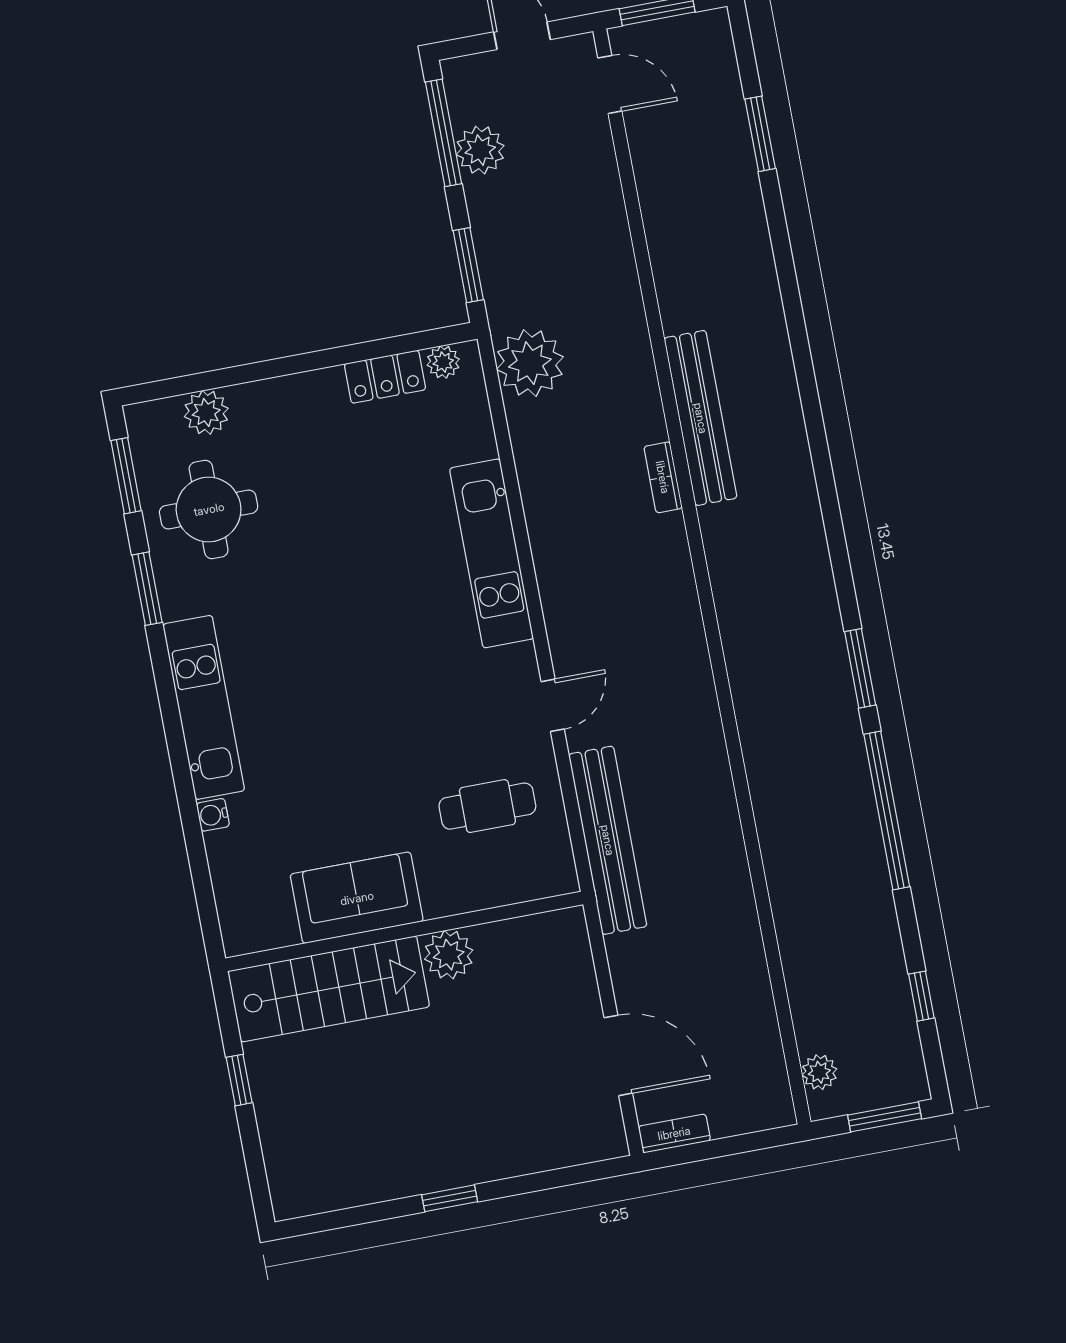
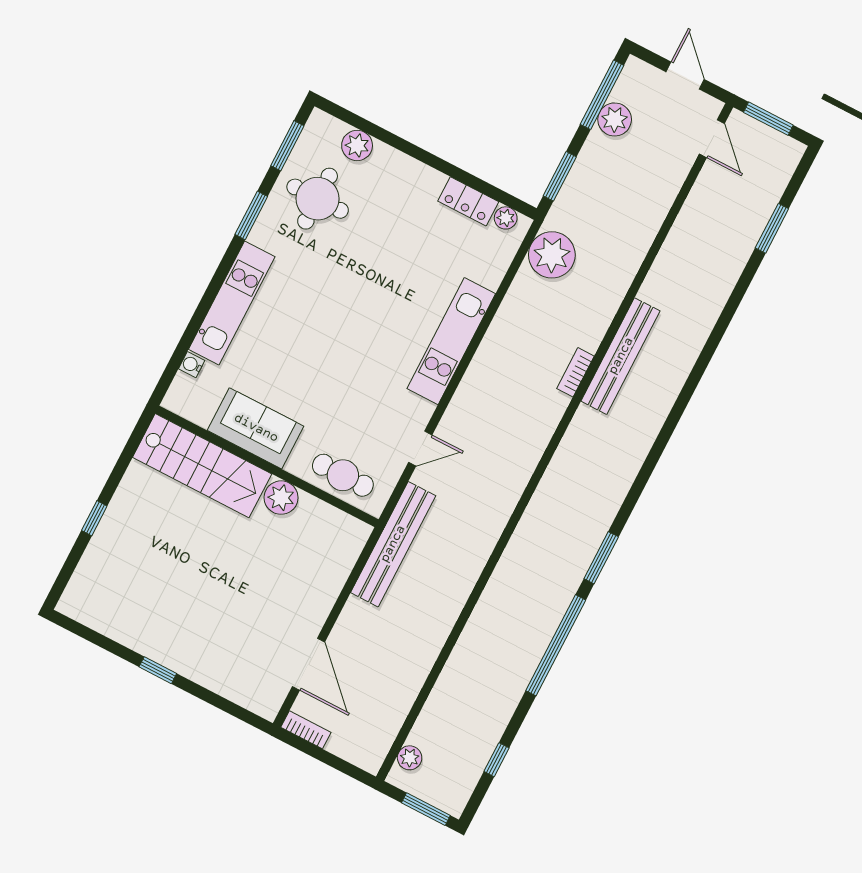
sofa: (357, 898) -> (256, 428), moved
wall: (404, 931) -> (267, 466), moved
plant: (449, 955) -> (281, 498), moved
stairs: (329, 989) -> (202, 466), moved

